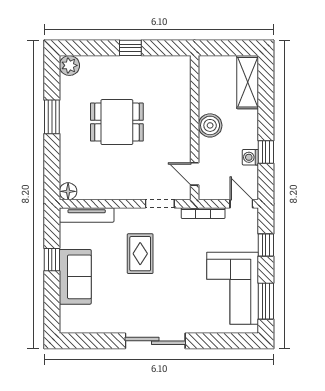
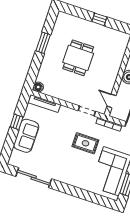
plant: (69, 65) -> (62, 18), removed
dining table: (117, 122) -> (78, 58), turned 90
rug: (140, 254) -> (85, 143), moved, turned 90
sliding door: (155, 341) -> (34, 178), moved

